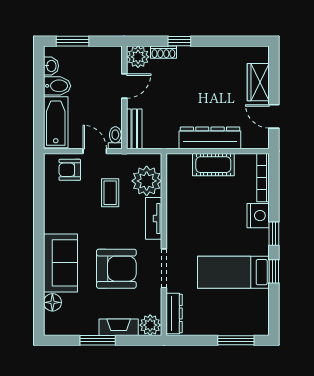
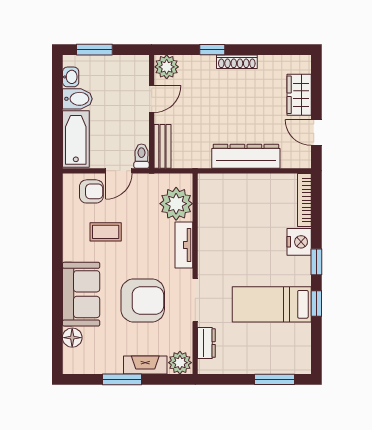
shoe rack: (163, 52) -> (237, 62), moved, width x1.43
door: (95, 151) -> (119, 171), swing flipped
cot: (213, 165) -> (250, 186), removed
armchair: (70, 170) -> (91, 191), turned 180
coffee table: (110, 193) -> (106, 232), moved, turned 90
dresser: (174, 313) -> (206, 343), width x0.70

